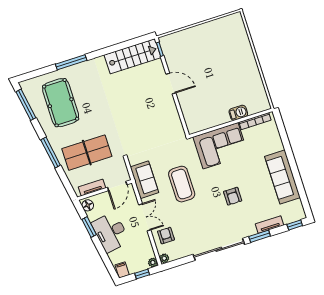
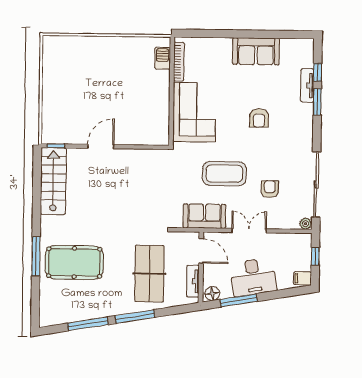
pool table: (61, 103) -> (74, 262), moved
window: (26, 105) -> (88, 324), moved
barbecue: (238, 113) -> (163, 58), moved
sofa: (282, 177) -> (256, 51), width x0.73
armchair: (233, 196) -> (259, 118), turned 90
window: (295, 225) -> (318, 72), moved
window: (89, 227) -> (239, 300), width x1.44
armchair: (166, 236) -> (270, 189), moved, turned 90
sliding door: (219, 249) -> (316, 184), moved
plant: (153, 262) -> (306, 239), removed

